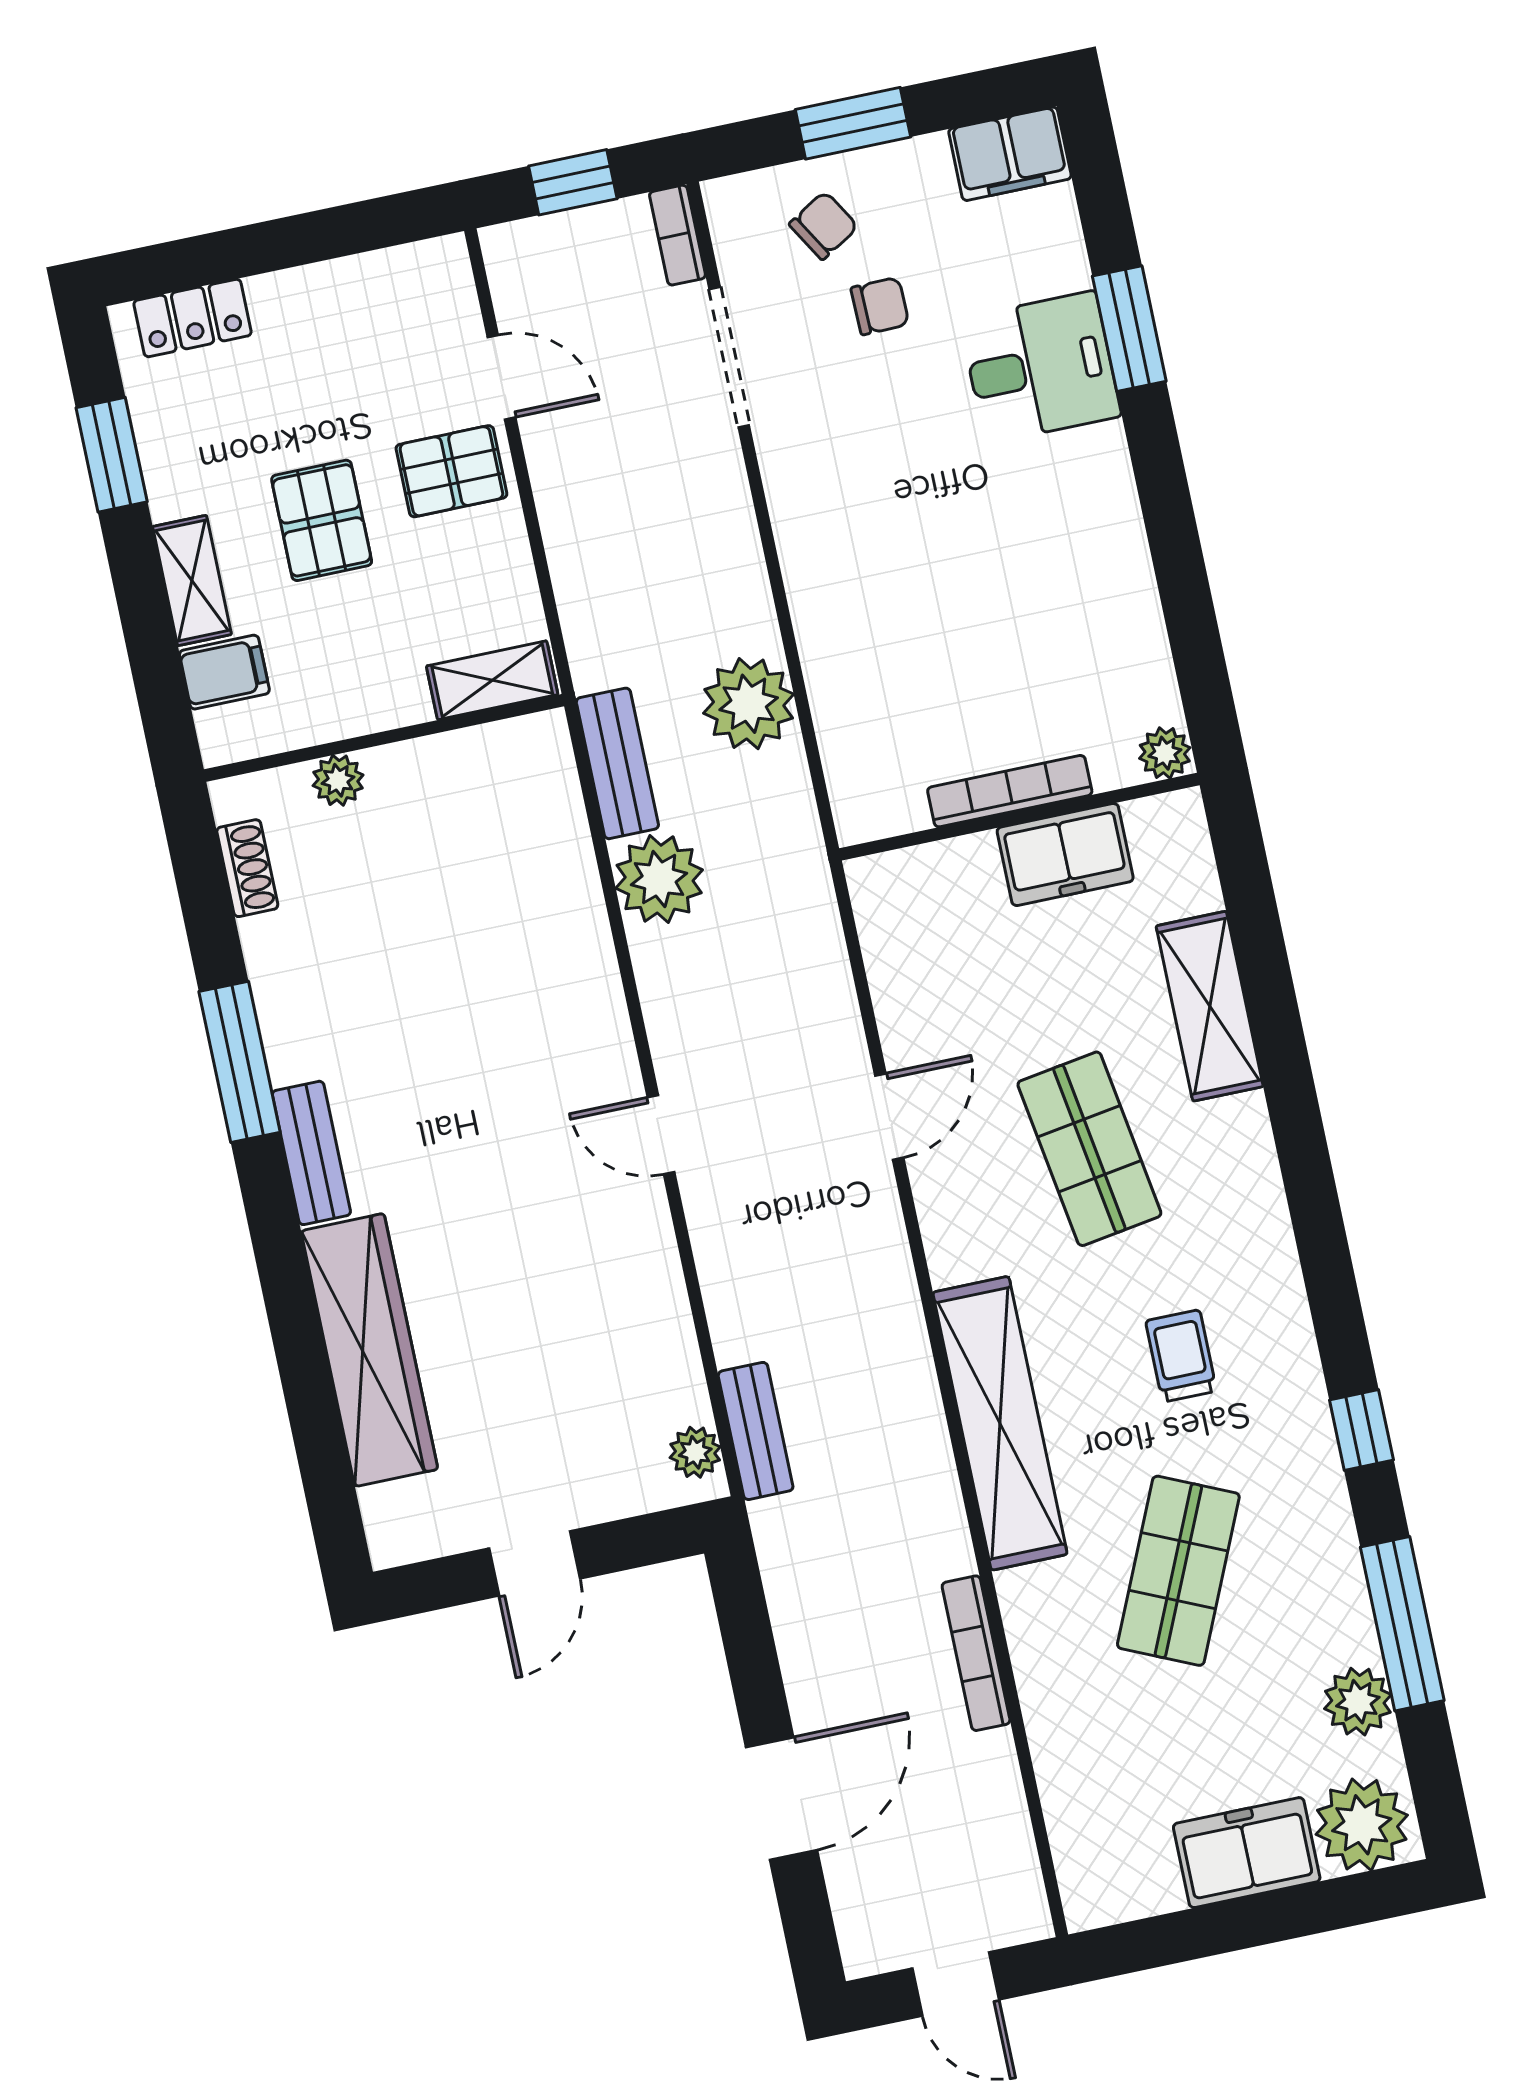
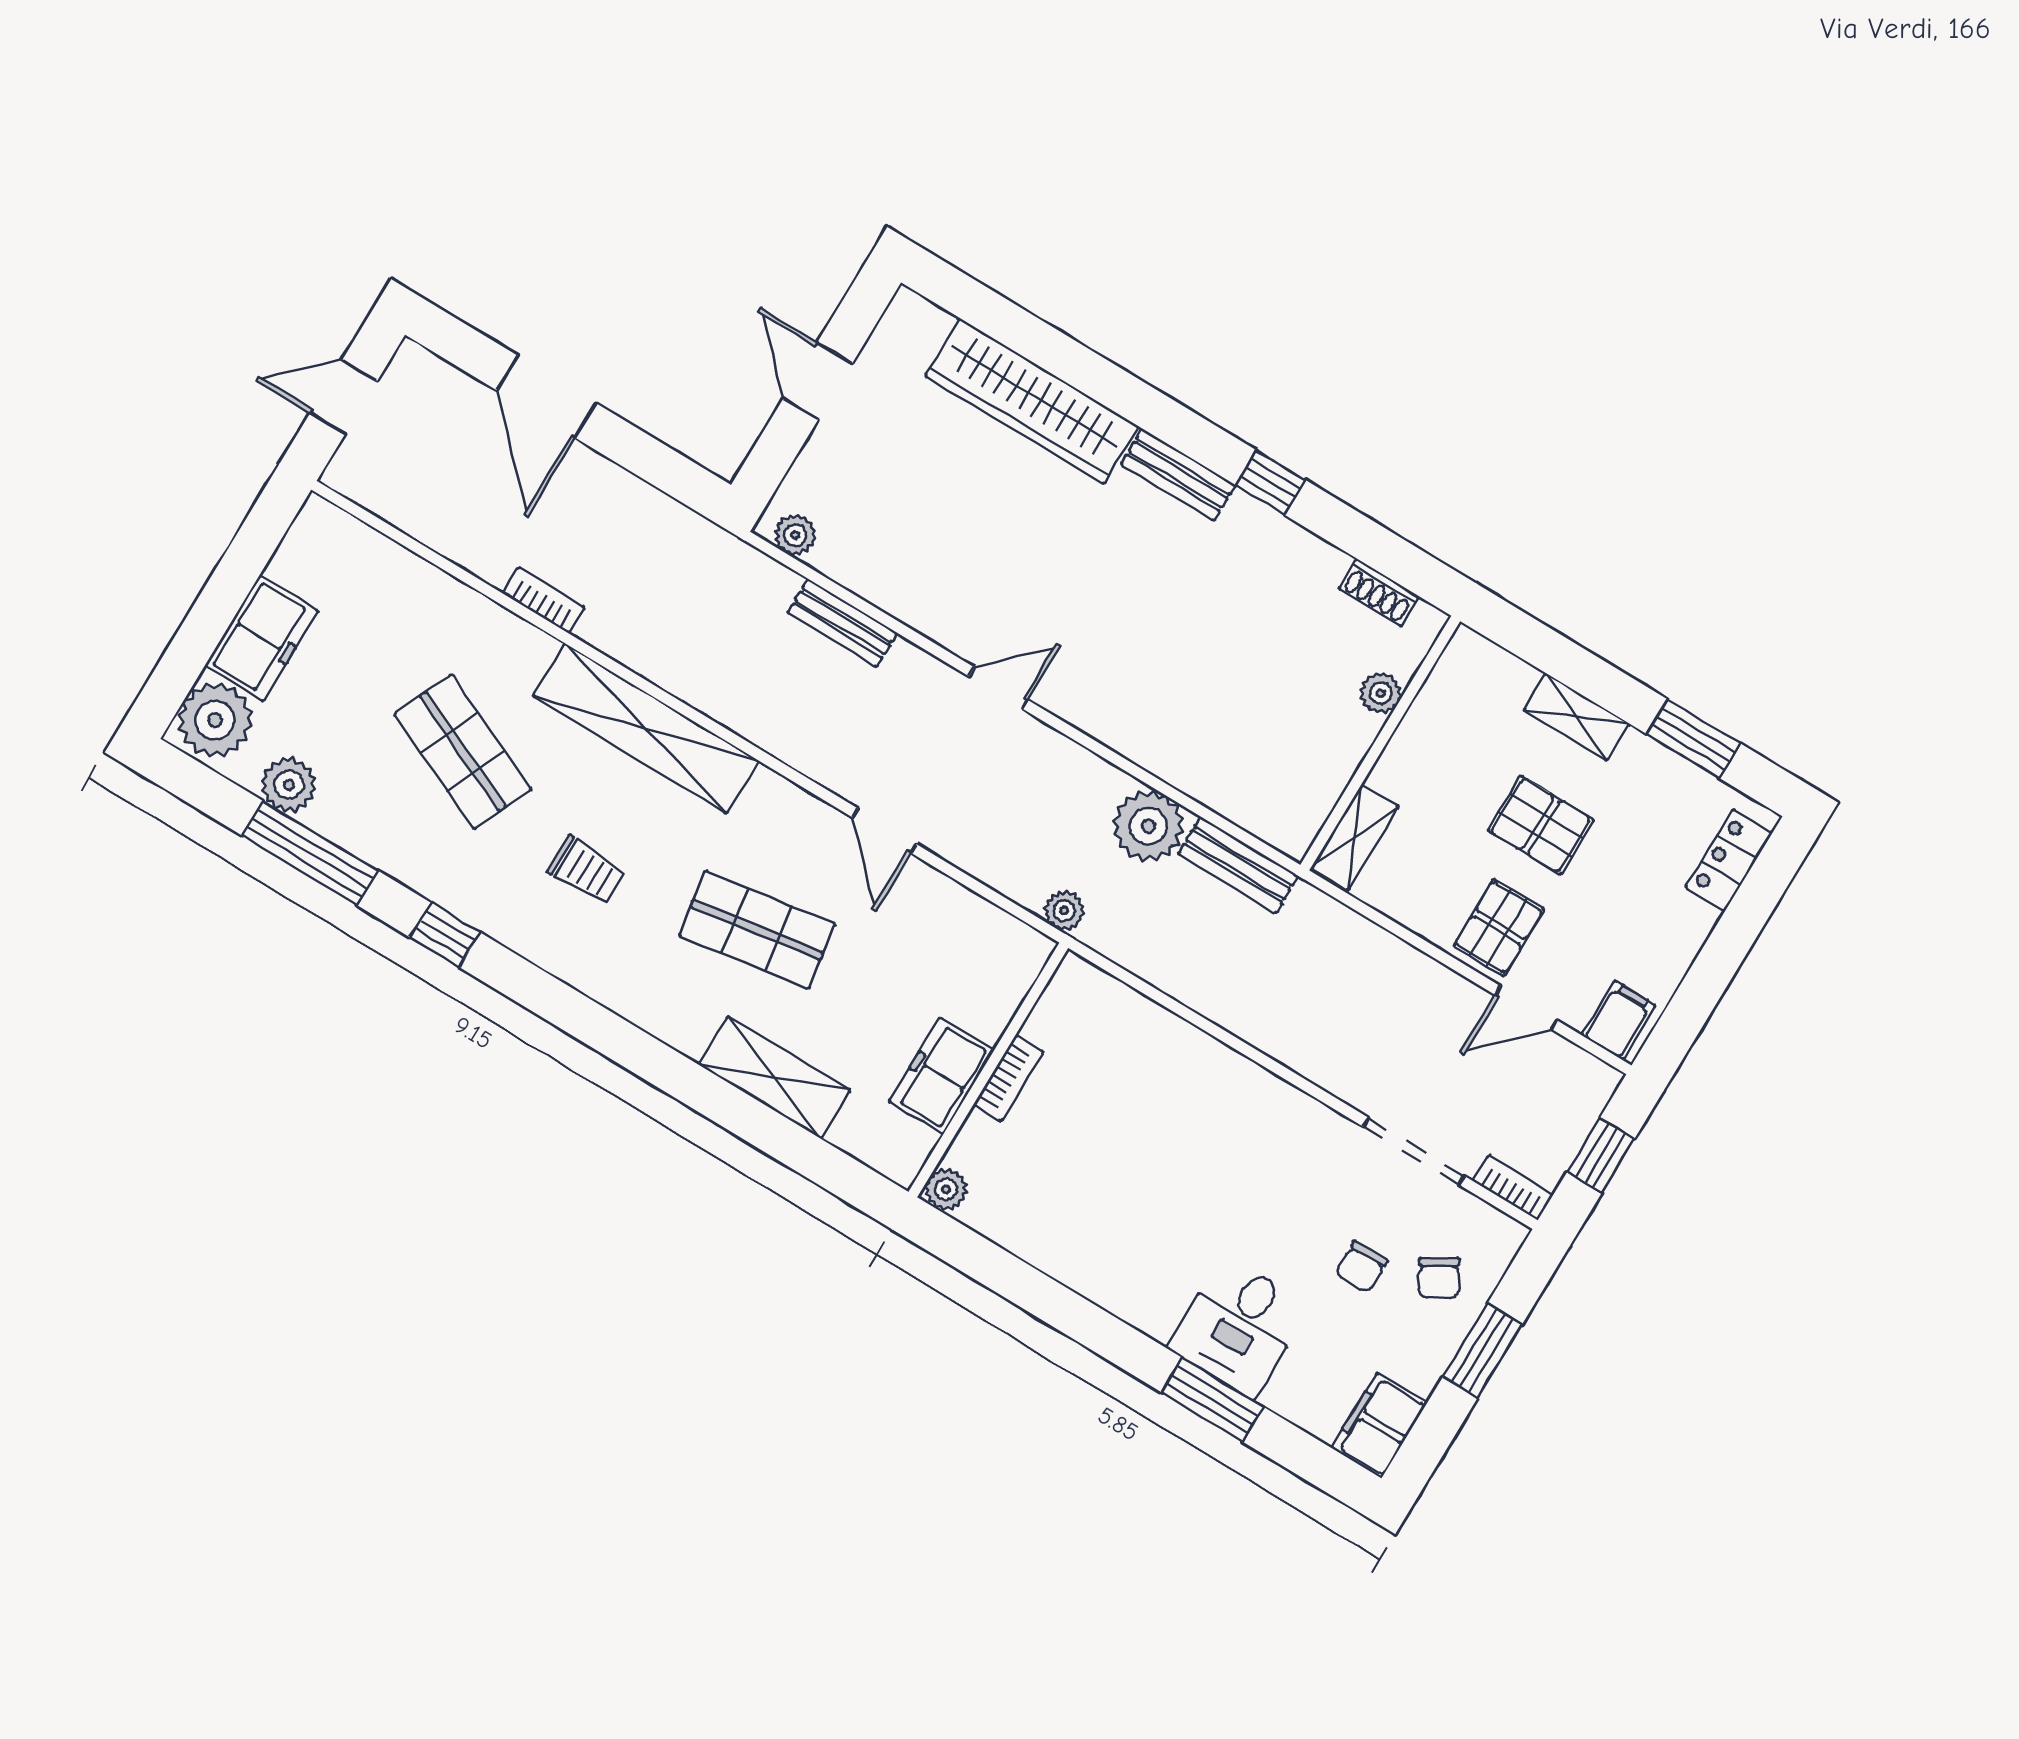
filing cabinet: (224, 672) -> (1619, 1020), moved, turned 180
plant: (749, 704) -> (1064, 911), moved, width x0.53, depth x0.53
bookcase: (1010, 791) -> (1008, 1078), width x0.64
window: (240, 1062) -> (1270, 482), width x0.46
bench: (756, 1431) -> (842, 623), moved
bookcase: (976, 1653) -> (544, 600), width x0.64

